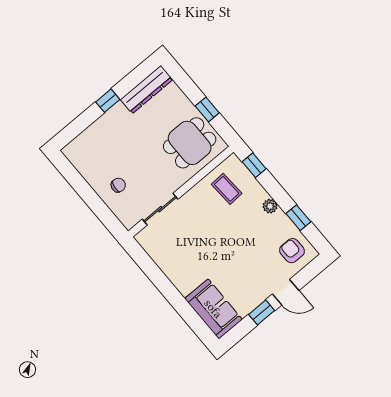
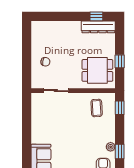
window: (108, 101) -> (96, 16), moved
plant: (270, 206) -> (111, 147), moved

